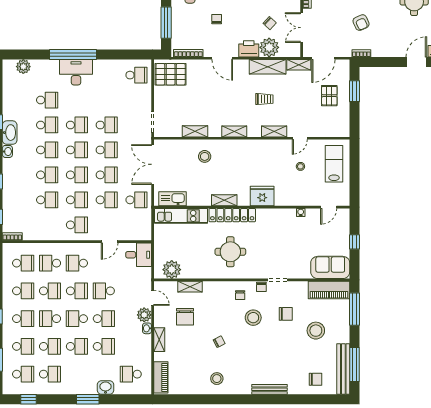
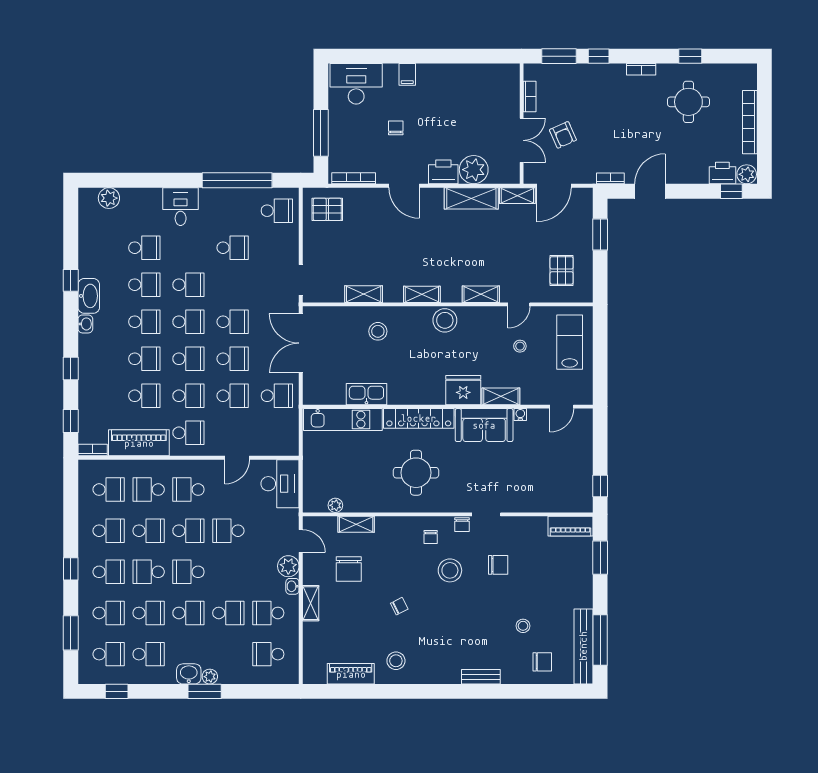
chair: (270, 23) -> (474, 134), removed
armchair: (361, 23) -> (563, 135), moved
double door: (302, 28) -> (522, 140), swing flipped
window: (73, 55) -> (237, 180), moved
door: (416, 62) -> (650, 191), moved
desk: (76, 72) -> (181, 207), width x0.73
pallet: (171, 74) -> (327, 209), width x0.67, depth x0.71
pallet: (329, 96) -> (562, 270), moved
trolley: (264, 99) -> (467, 246), removed
school desk: (107, 125) -> (233, 248), moved
stool: (250, 149) -> (445, 320), added
kitchen sink: (173, 199) -> (366, 394), moved
shelving: (224, 200) -> (501, 396), moved
piano: (44, 232) -> (139, 443), added
window: (355, 242) -> (600, 486), moved
desk: (139, 255) -> (280, 484), width x1.37
sofa: (330, 267) -> (484, 425), moved, turned 180
plant: (172, 270) -> (335, 505), width x0.53, depth x0.53
piano: (329, 290) -> (570, 526), width x0.73, depth x0.75
window: (355, 309) -> (600, 558), width x0.69
school desk: (104, 319) -> (268, 613), moved, turned 180
stool: (316, 331) -> (523, 626), moved, width x0.53, depth x0.53
piano: (161, 377) -> (351, 674), moved, turned -90
washbasin: (105, 387) -> (189, 674), moved
plant: (91, 389) -> (210, 677), added
bench: (269, 389) -> (481, 677), width x0.73

